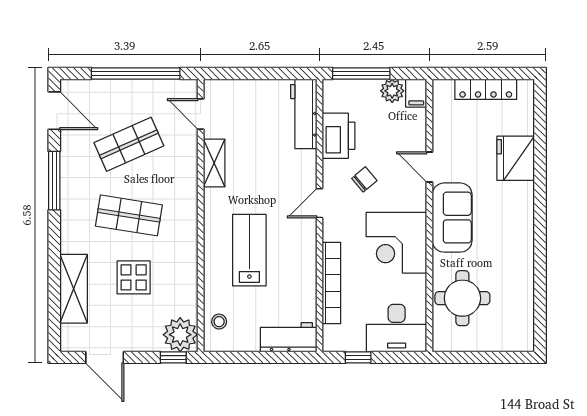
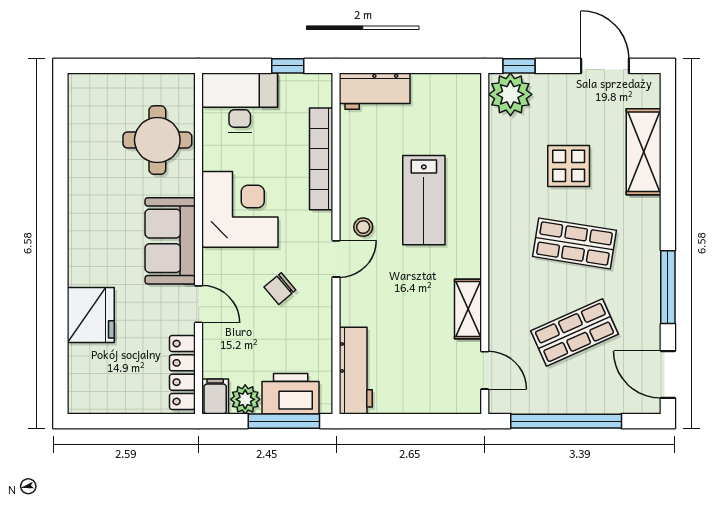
locker: (486, 89) -> (182, 373), moved, turned -90
printer: (339, 136) -> (291, 394), moved, turned 90
stool: (219, 322) -> (363, 227), moved

